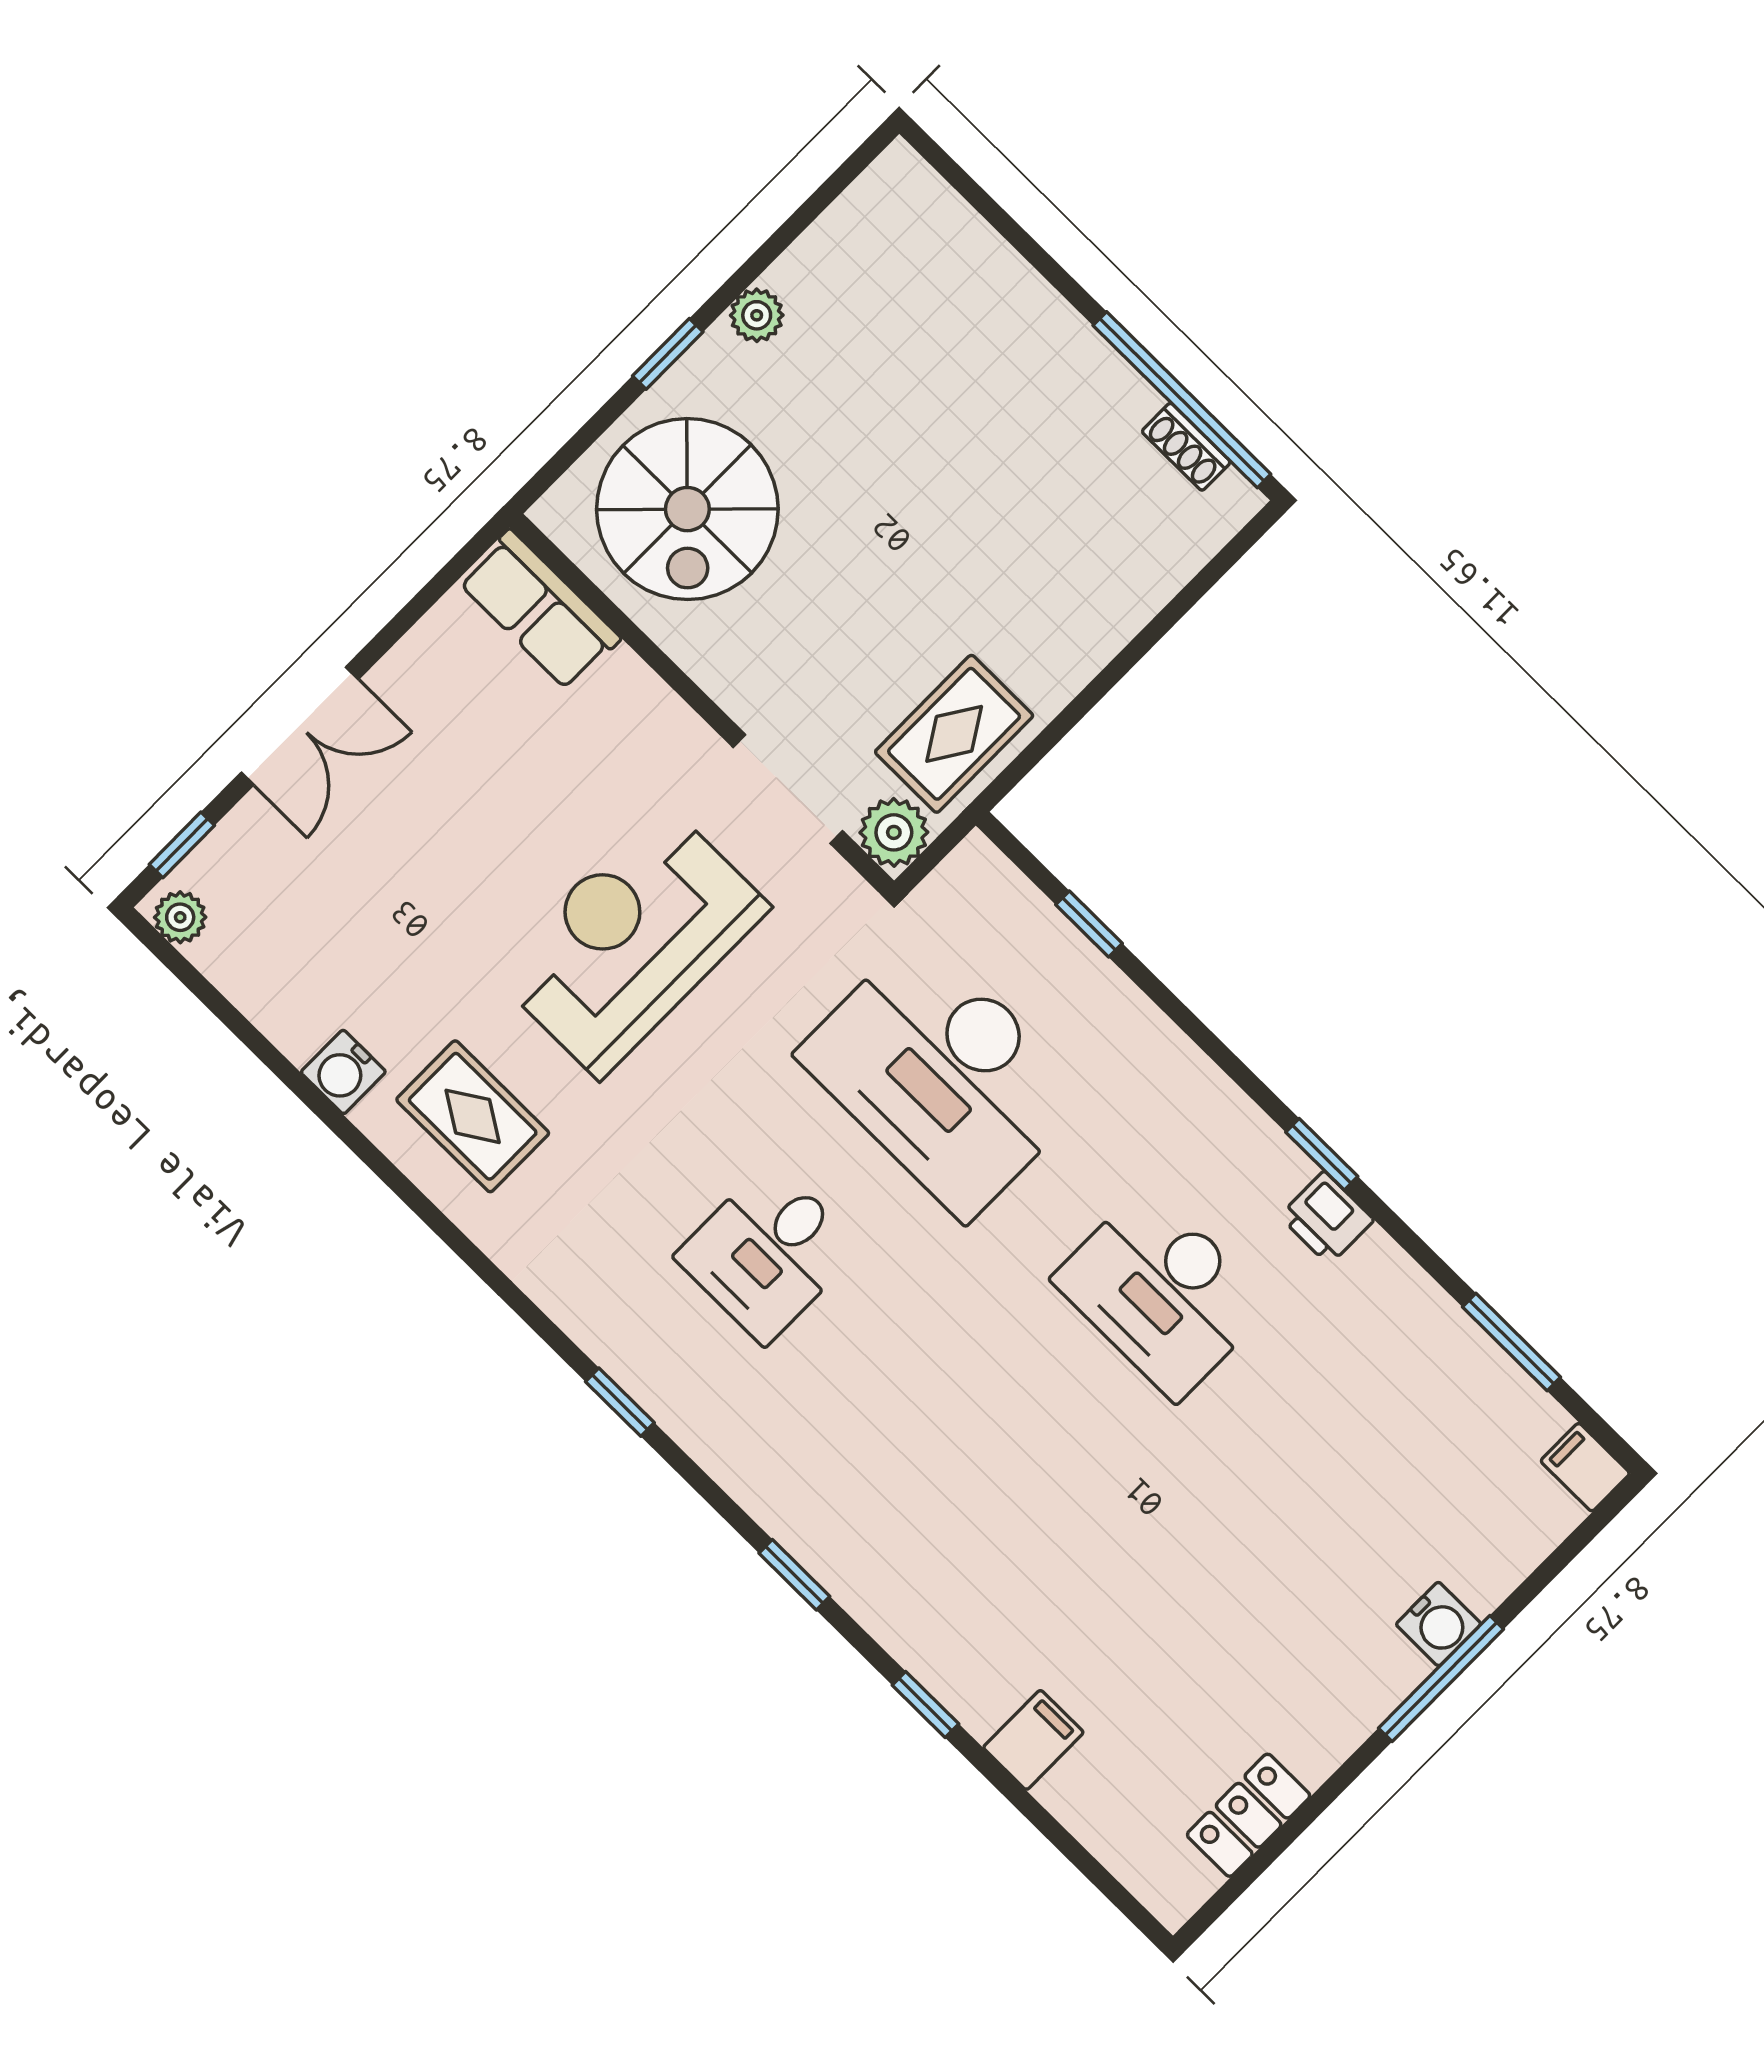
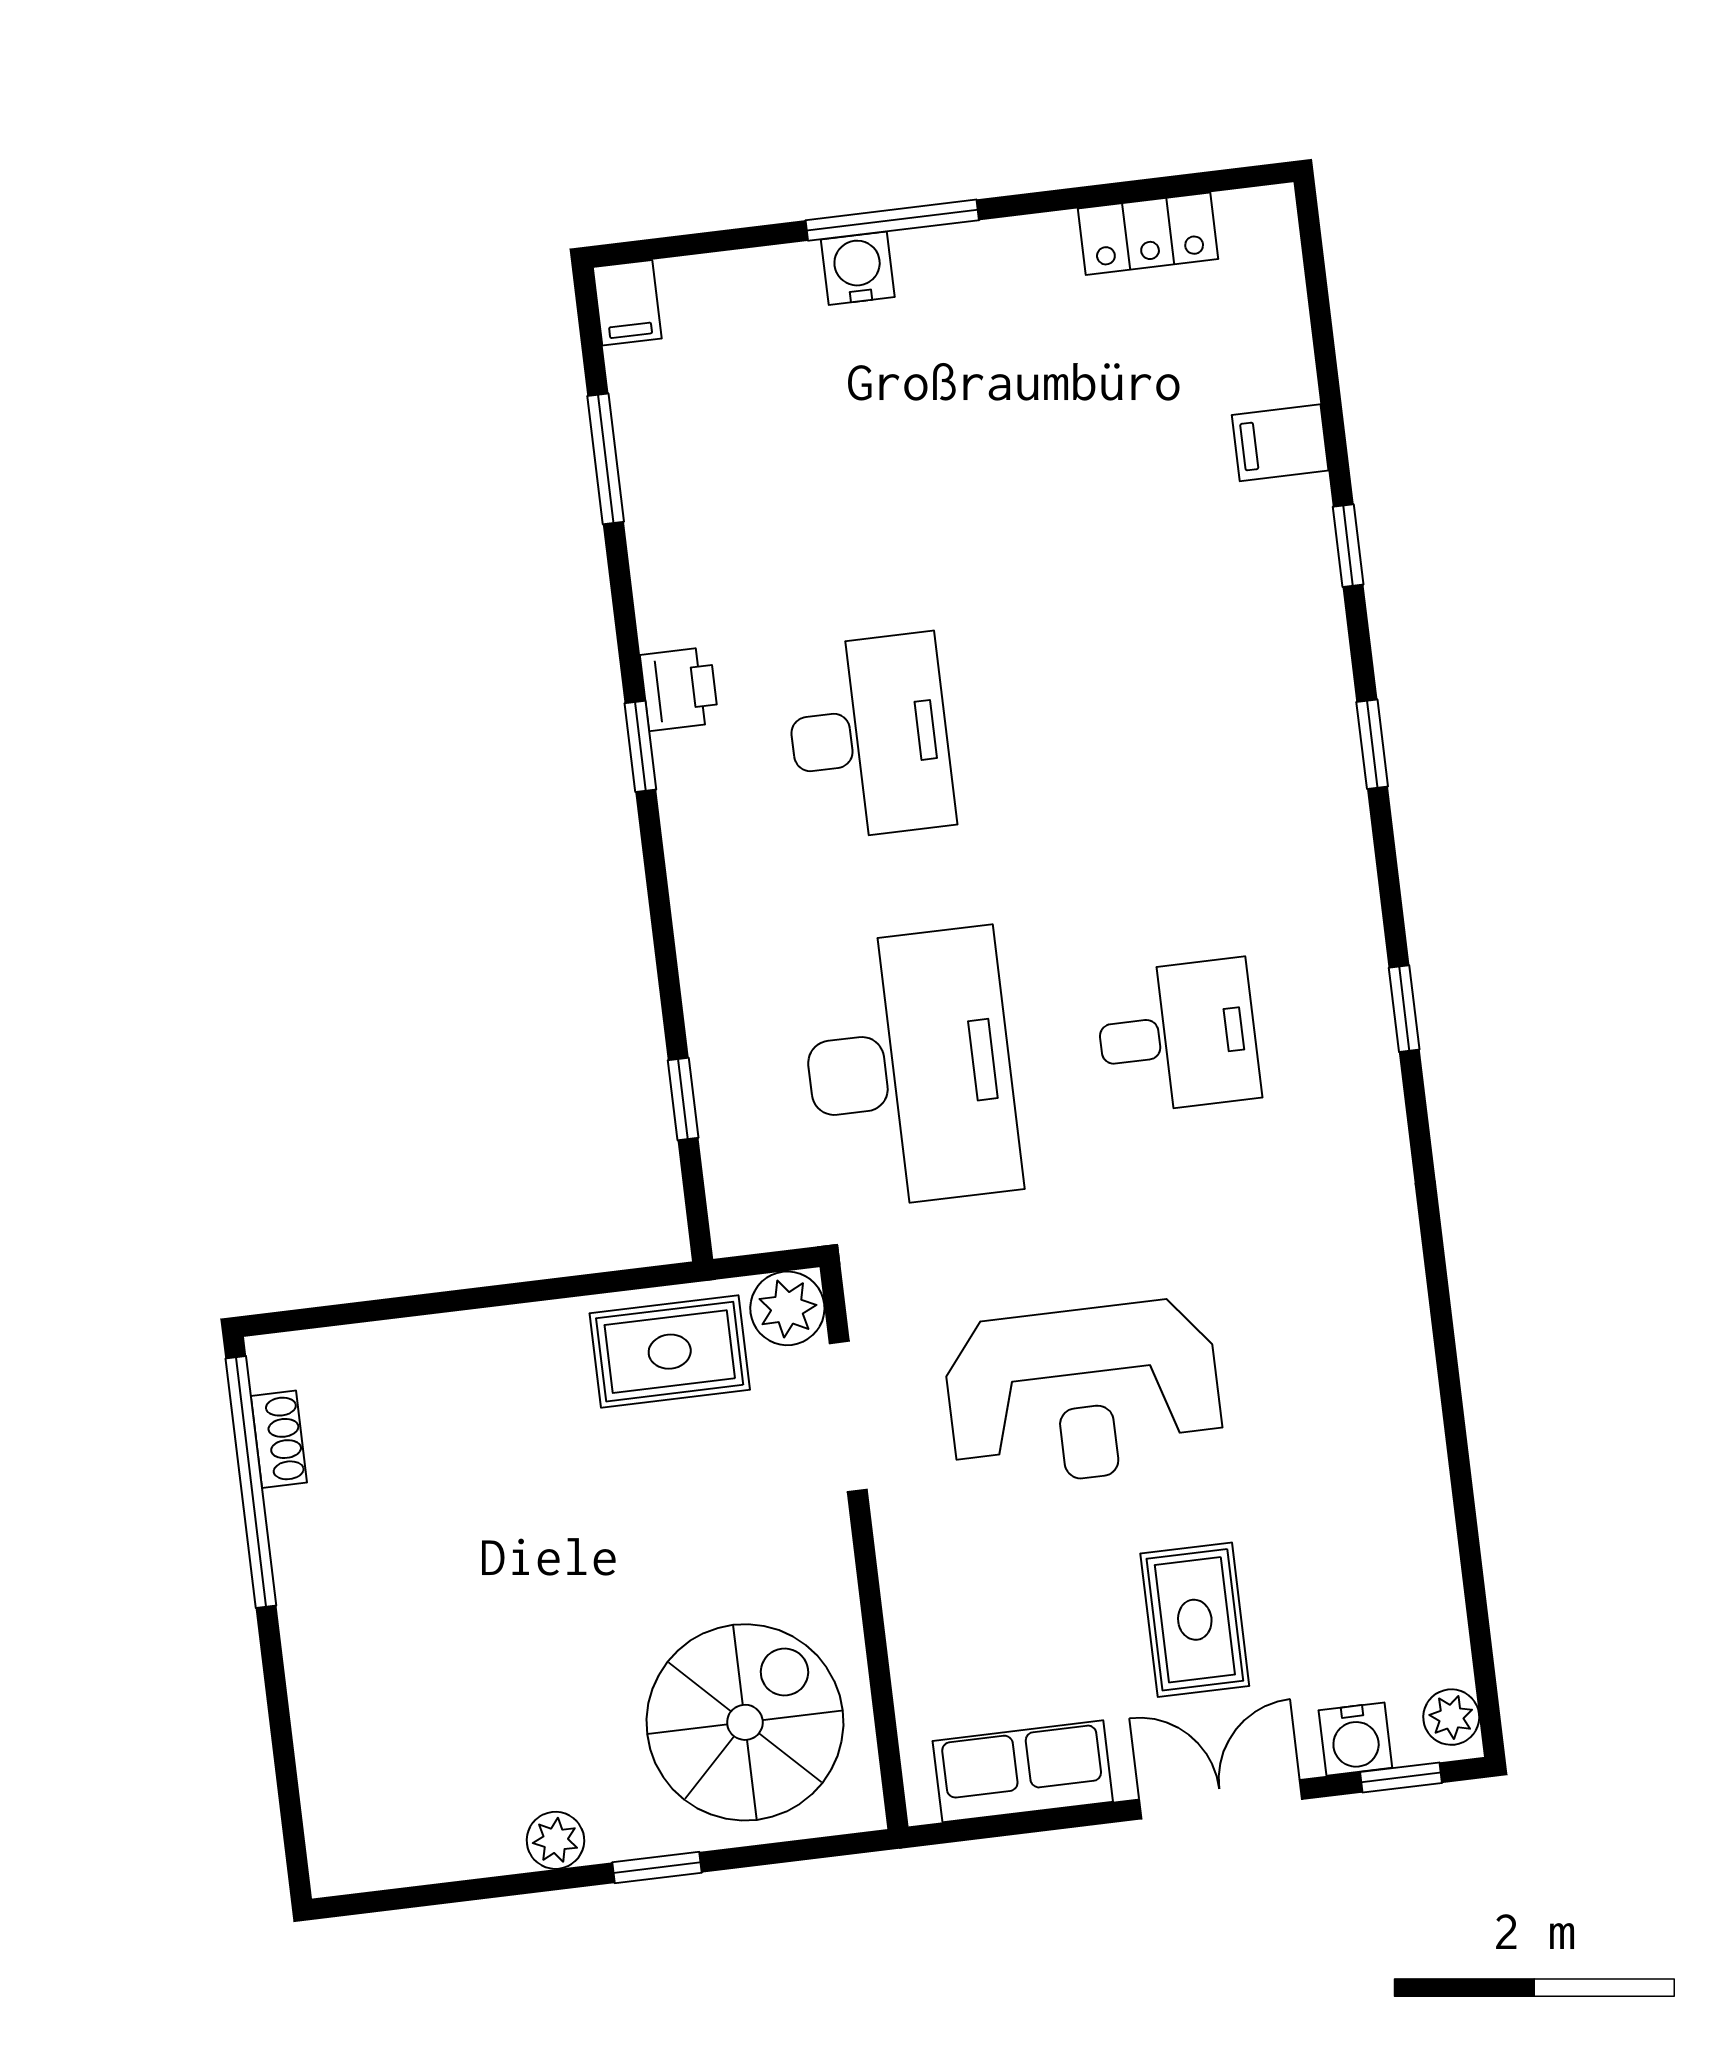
row of seats: (539, 610) -> (1023, 1771), moved, turned -90
water cooler: (343, 1072) -> (1355, 1739), moved, turned 90
rug: (473, 1116) -> (1195, 1620), moved

